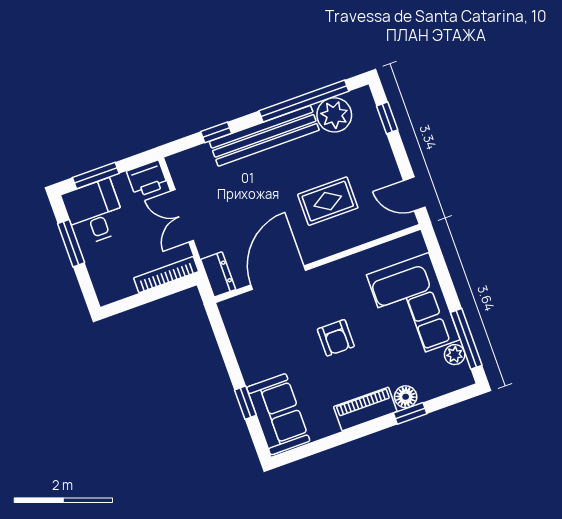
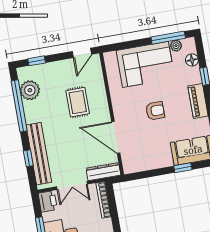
bench: (264, 136) -> (39, 154), moved
dresser: (218, 274) -> (103, 172), width x1.44
floor lamp: (406, 397) -> (192, 60), moved

